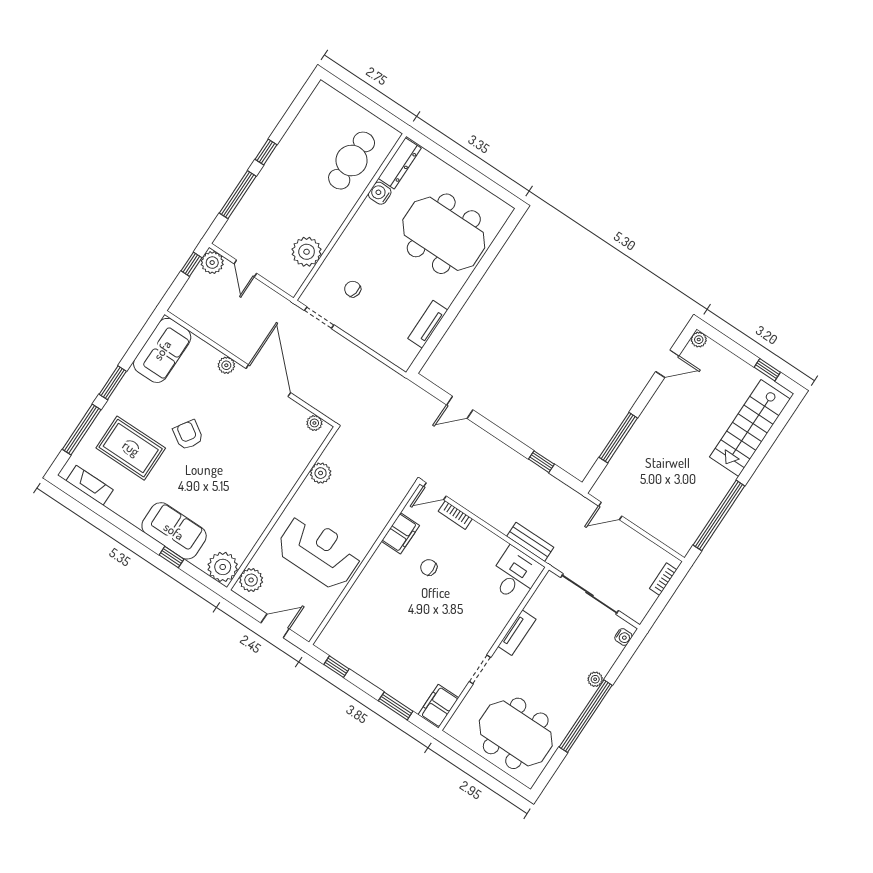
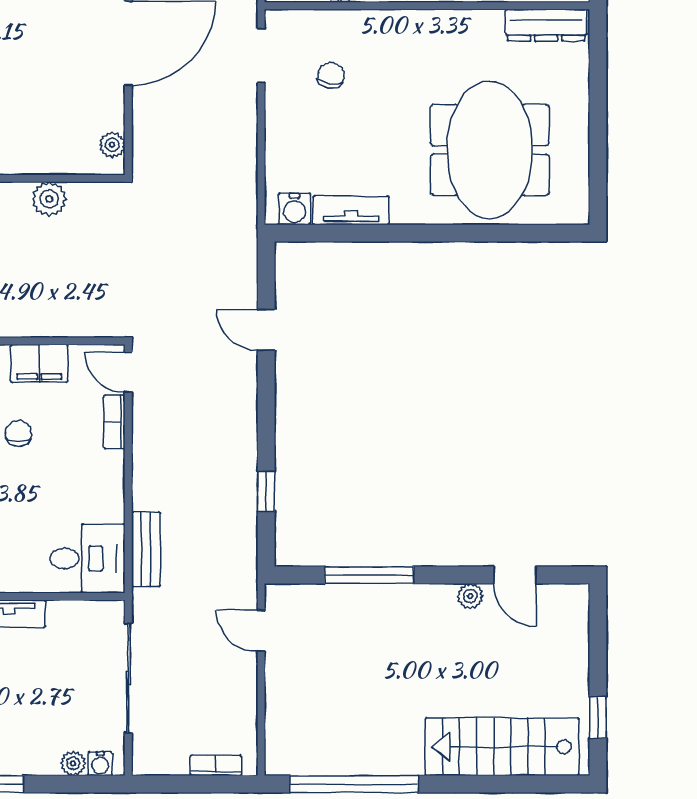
water cooler: (380, 193) -> (295, 209), moved, turned 180
plant: (699, 340) -> (470, 596), moved
plant: (595, 679) -> (73, 763), moved

